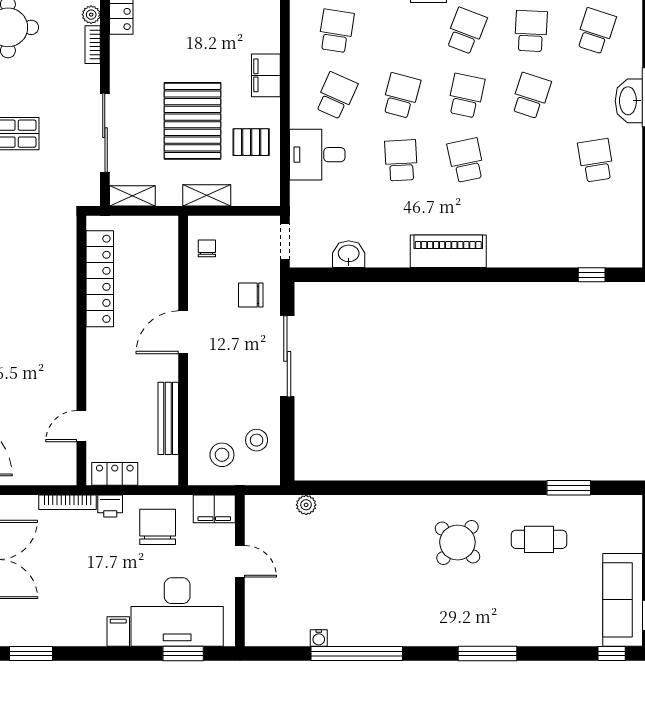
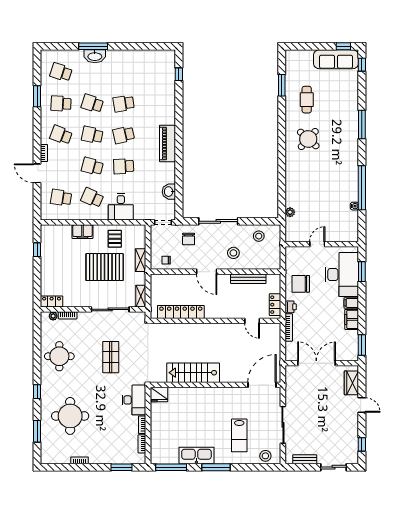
school desk: (596, 160) -> (124, 104), moved
stool: (222, 455) -> (233, 253), moved
filing cabinet: (214, 509) -> (352, 319), moved, turned 180

